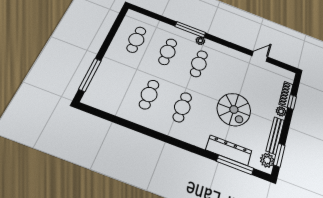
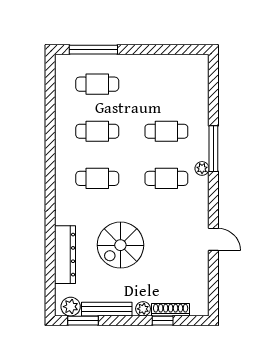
cafe table: (136, 40) -> (97, 84), moved
door: (260, 56) -> (213, 239), moved
window: (235, 165) -> (50, 268), removed

